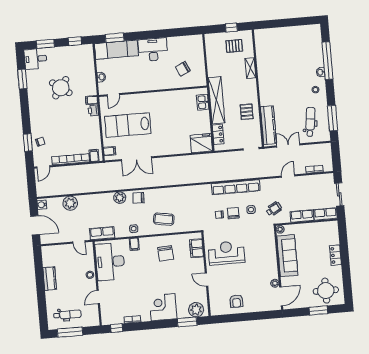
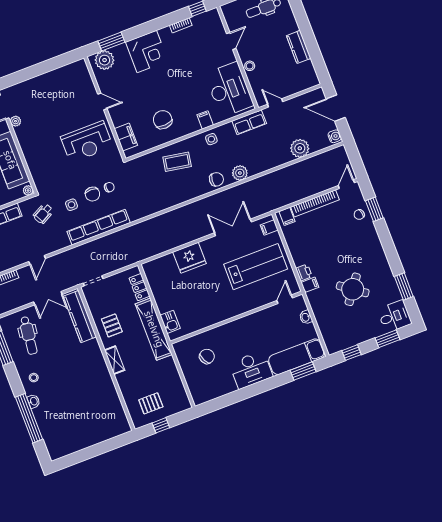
shelving: (250, 68) -> (115, 360), moved
fridge: (201, 143) -> (190, 258), moved
armchair: (236, 301) -> (57, 85), removed

